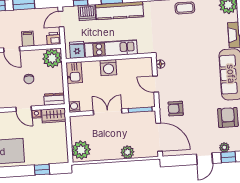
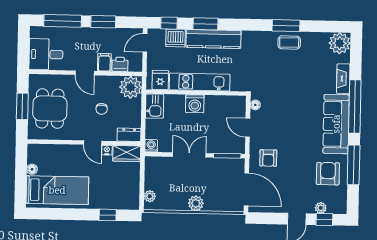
printer: (54, 39) -> (120, 64), moved
armchair: (176, 109) -> (268, 158), turned -90
plant: (81, 150) -> (150, 196), width x0.53, depth x0.53
plant: (127, 152) -> (196, 203), moved

